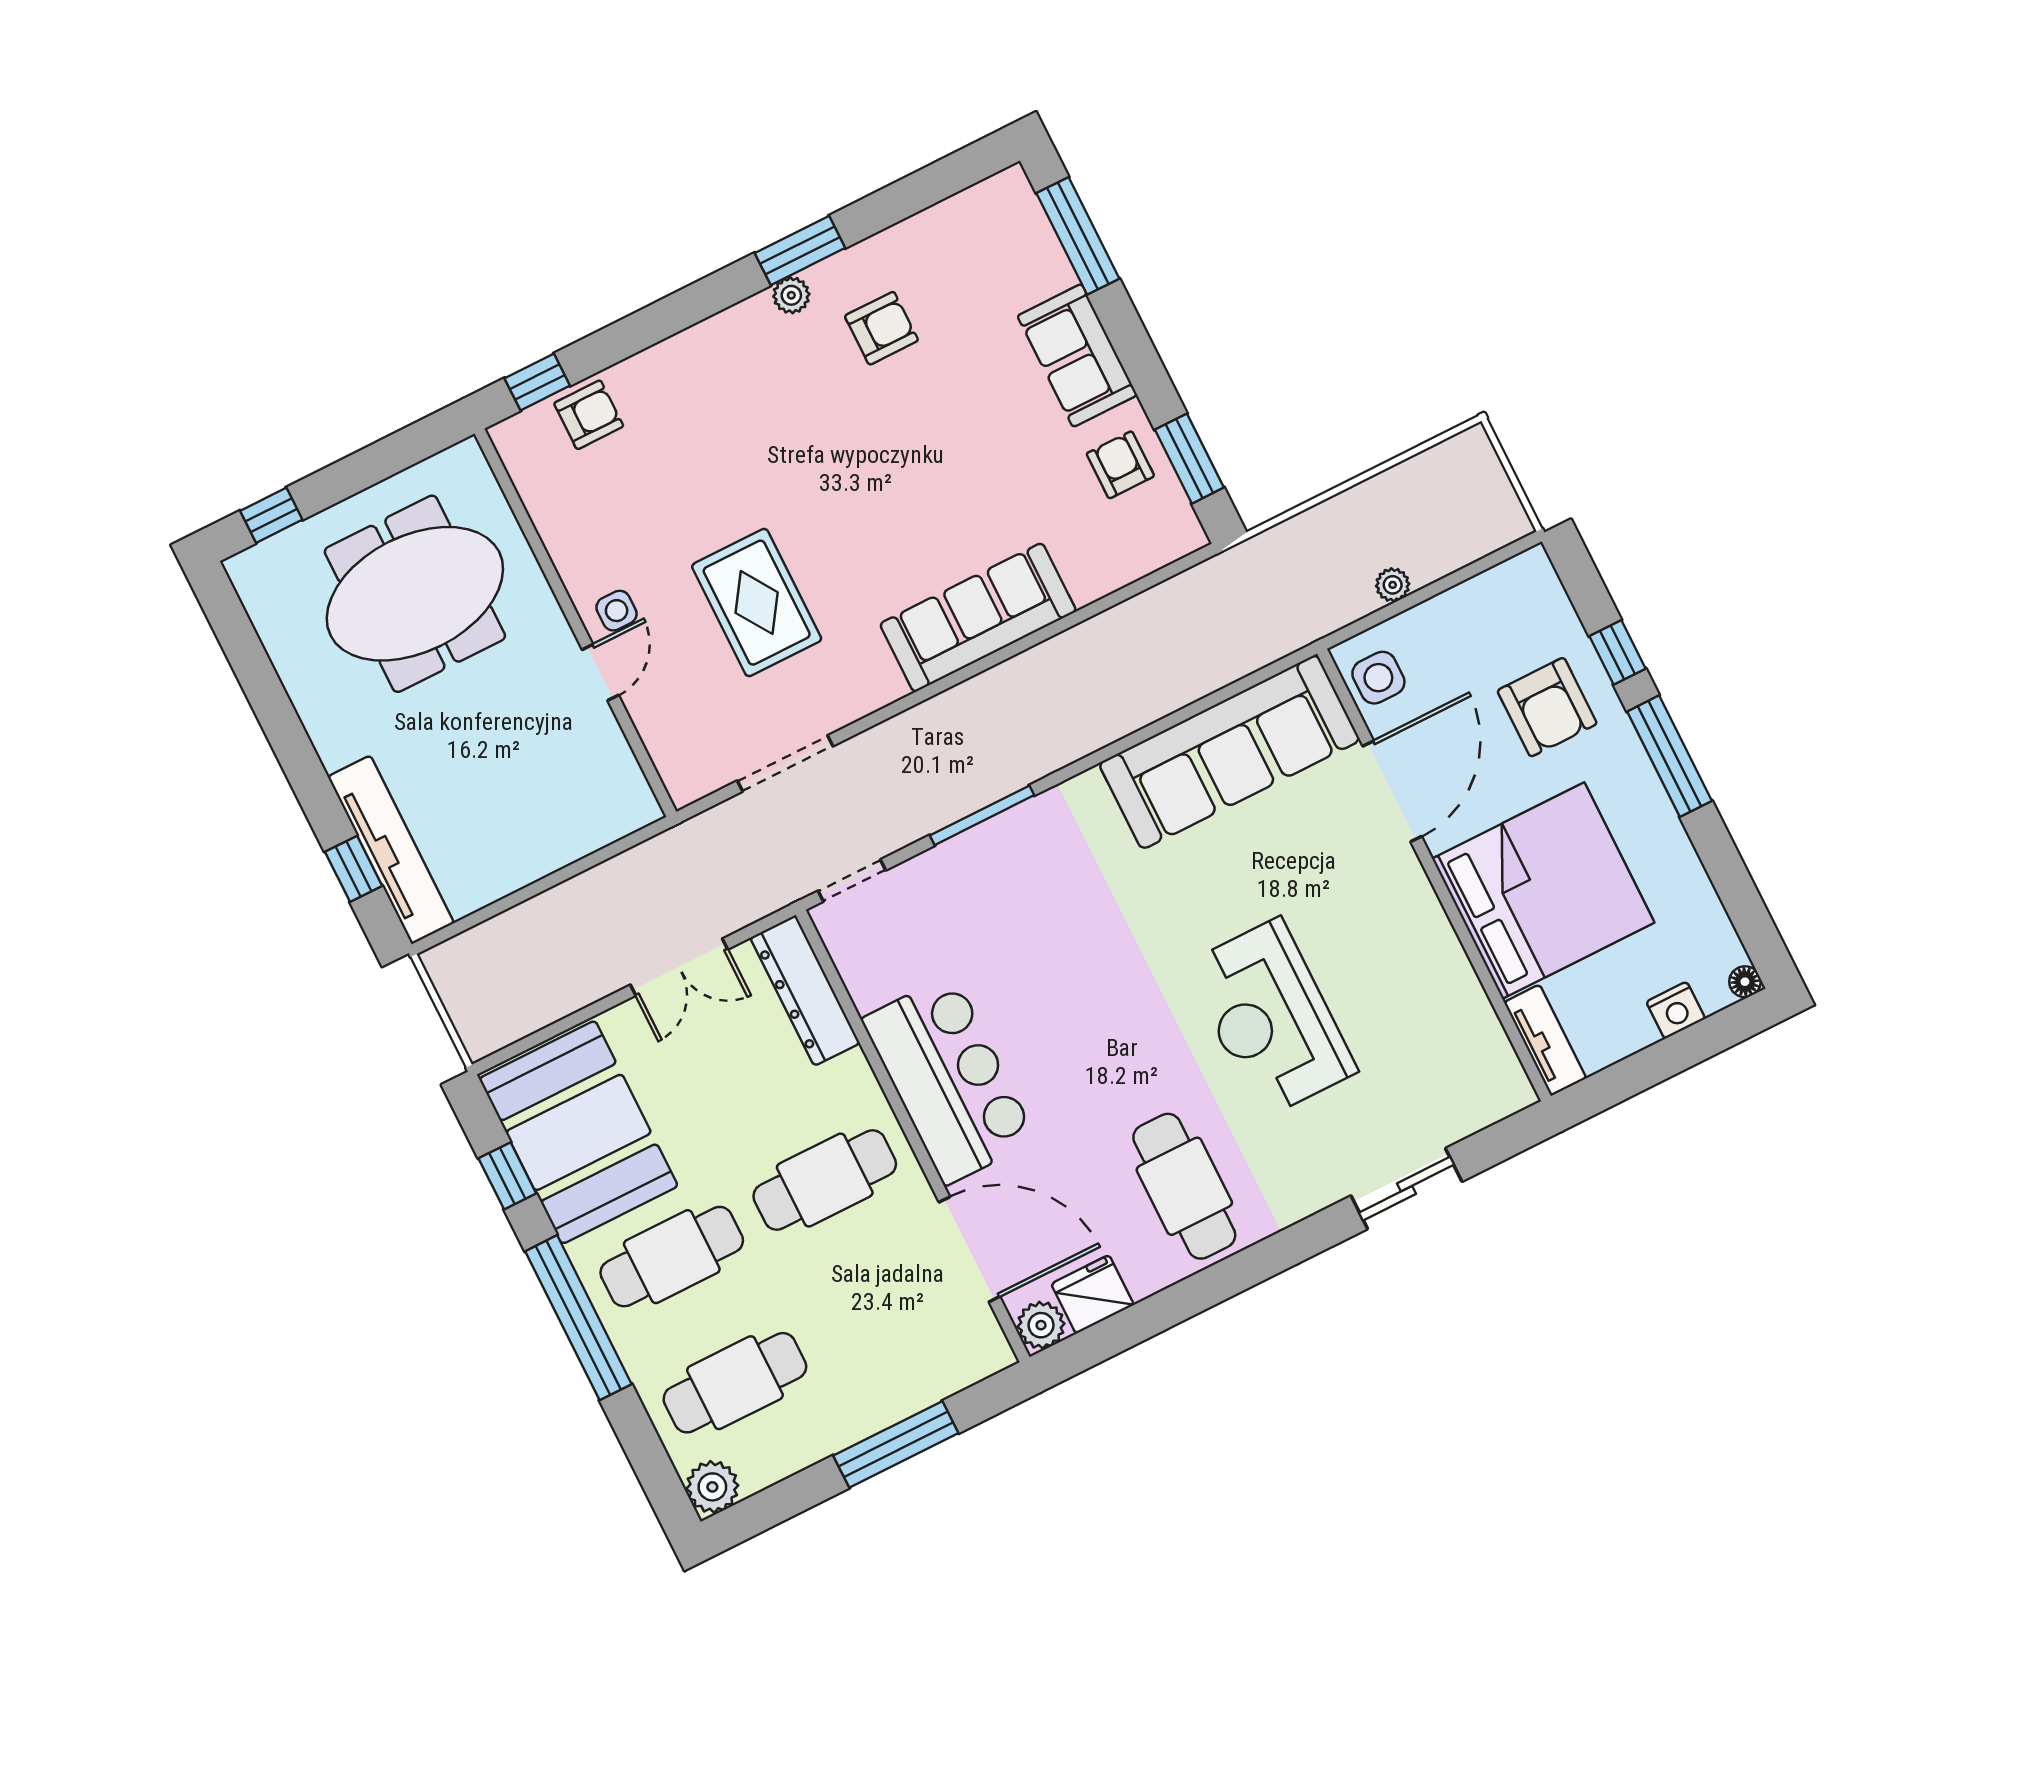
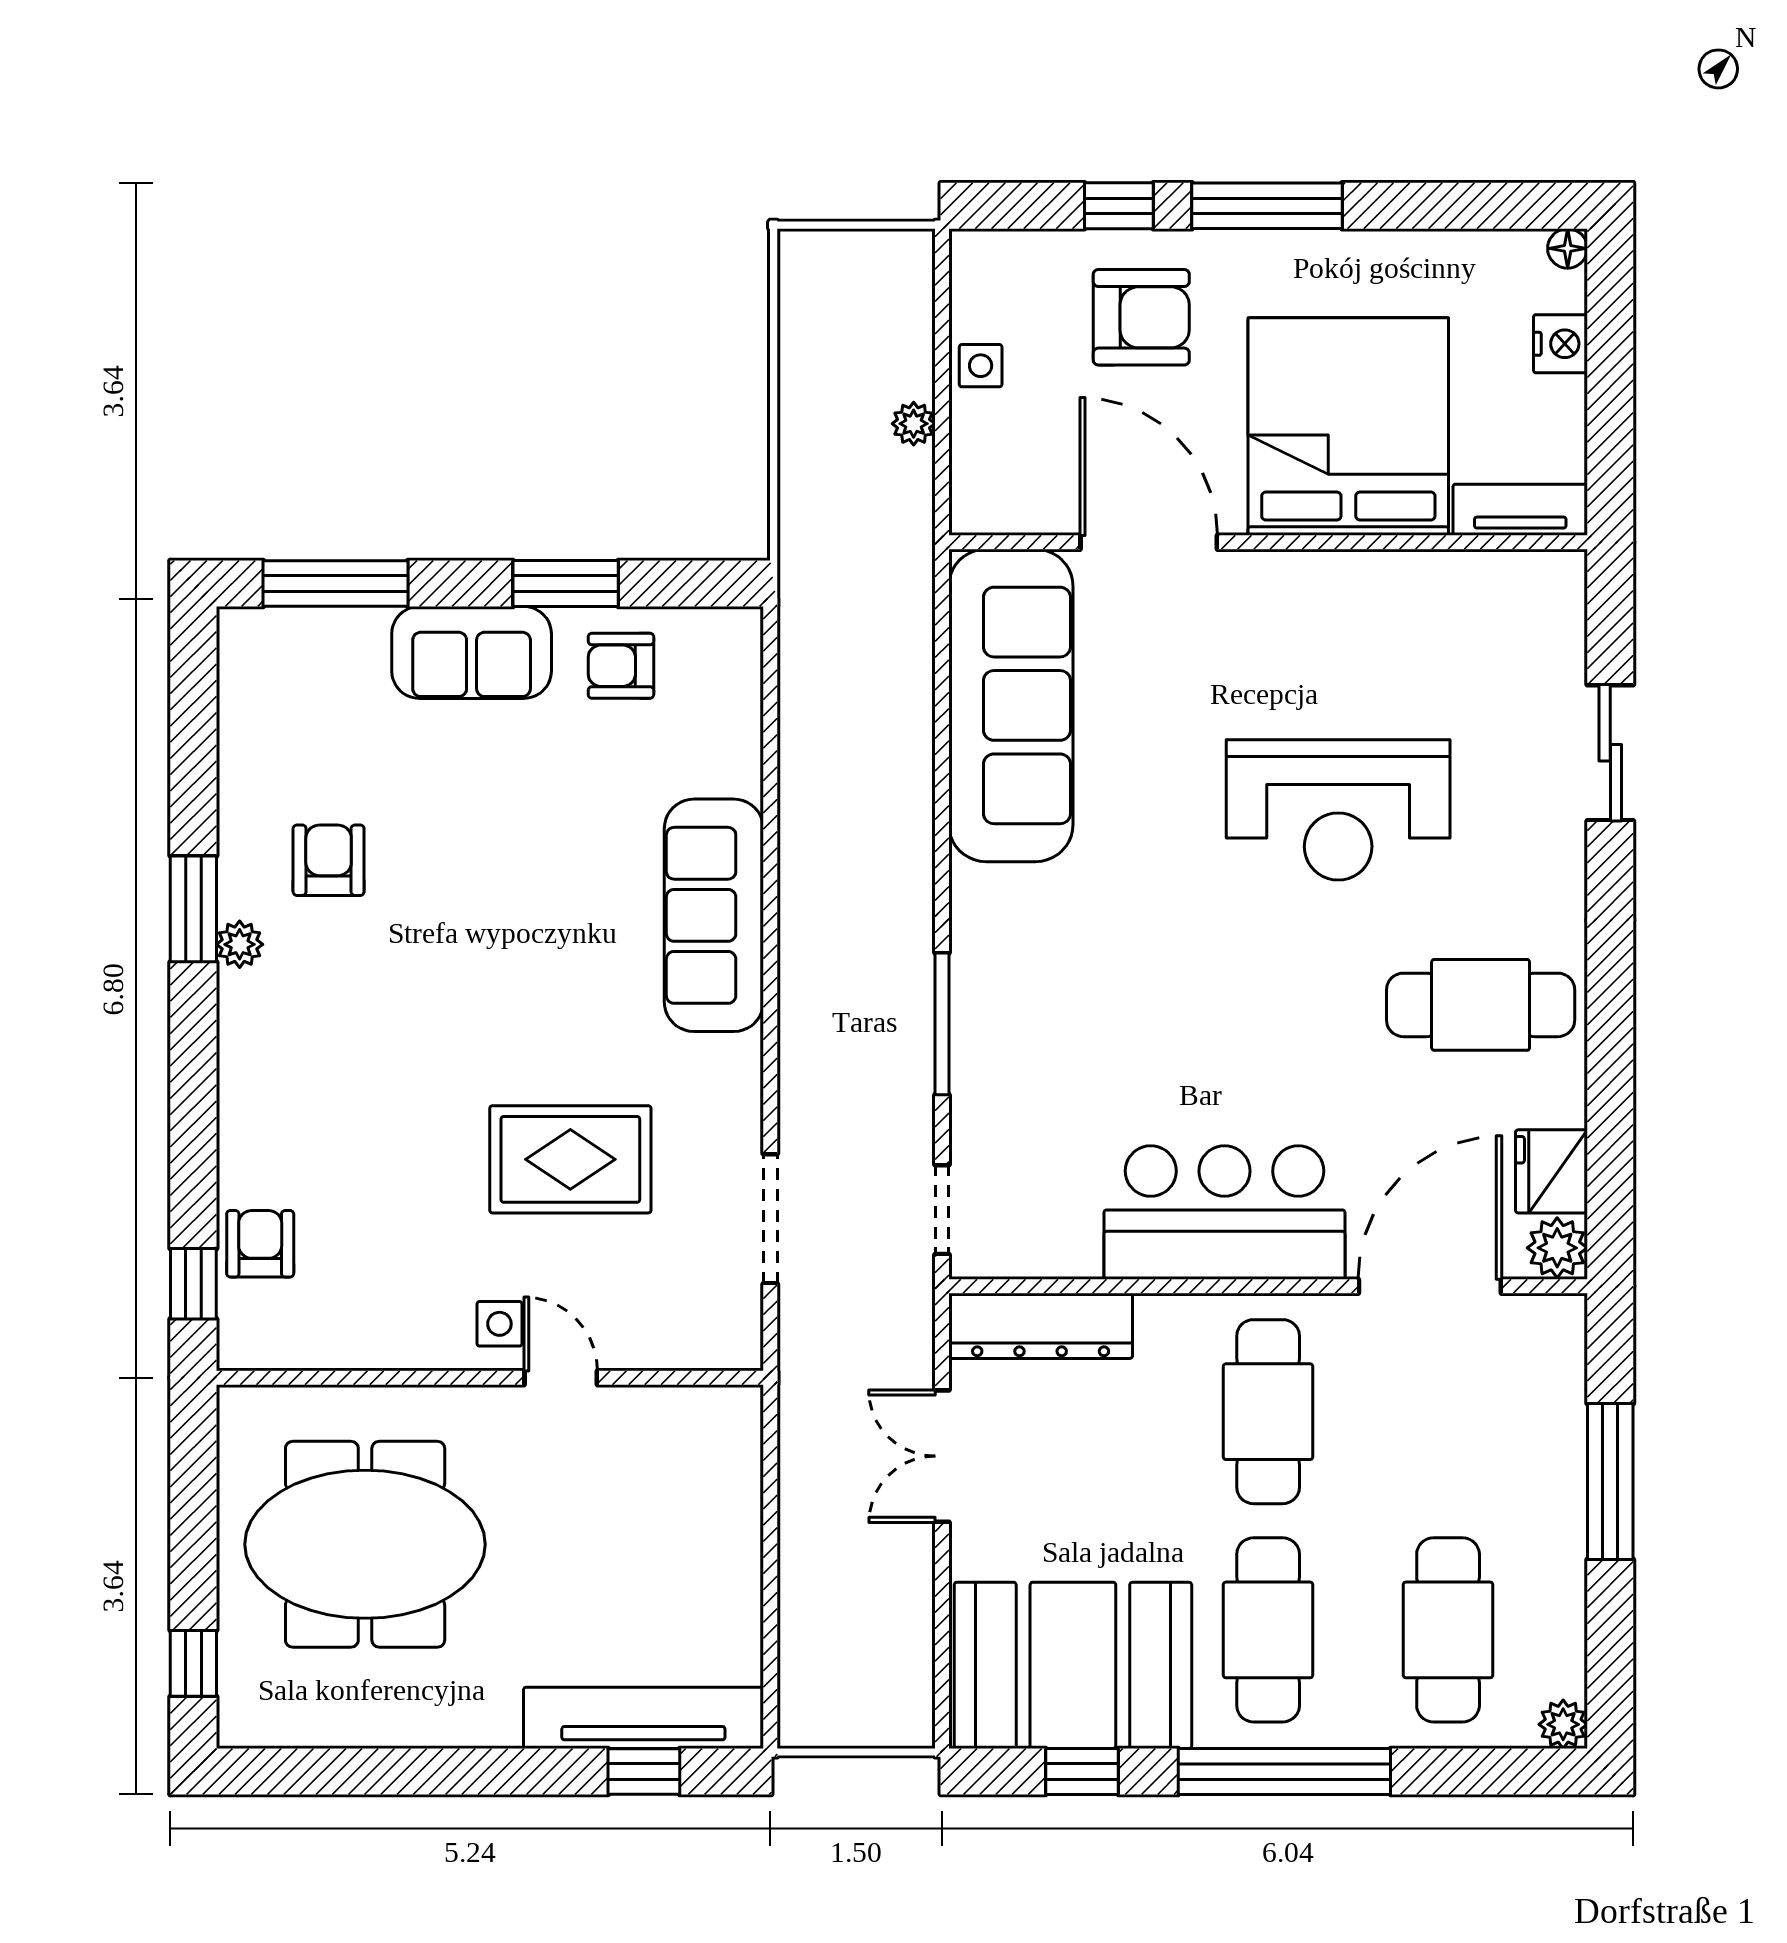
window: (1189, 459) -> (566, 583), moved
meeting table: (415, 594) -> (365, 1544), turned 90
side table: (1378, 678) -> (981, 366), moved, width x0.73, depth x0.73
double door: (679, 967) -> (942, 1456), swing flipped
plant: (712, 1487) -> (1563, 1724), width x0.73, depth x0.73

